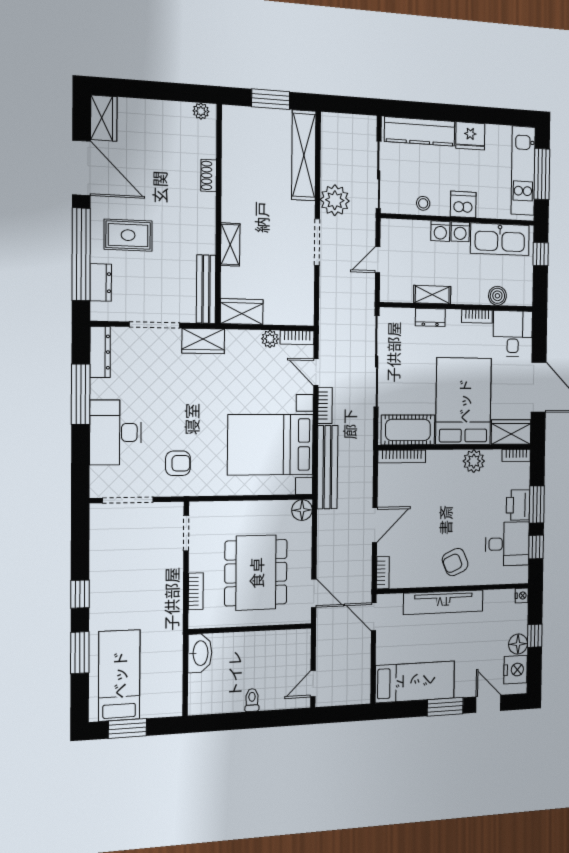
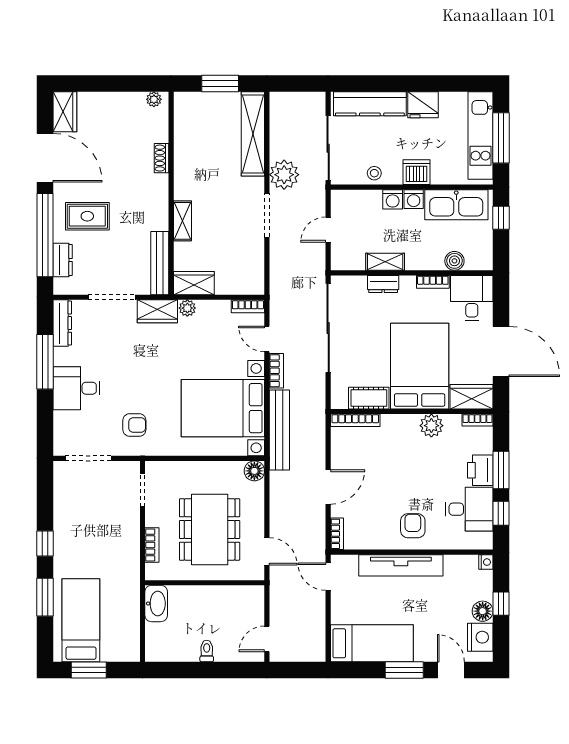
plant: (270, 339) -> (187, 308), moved
cot: (408, 430) -> (369, 398), width x0.73, depth x0.75
desk: (115, 432) -> (77, 388), width x0.73
armchair: (455, 562) -> (413, 526), turned 113

